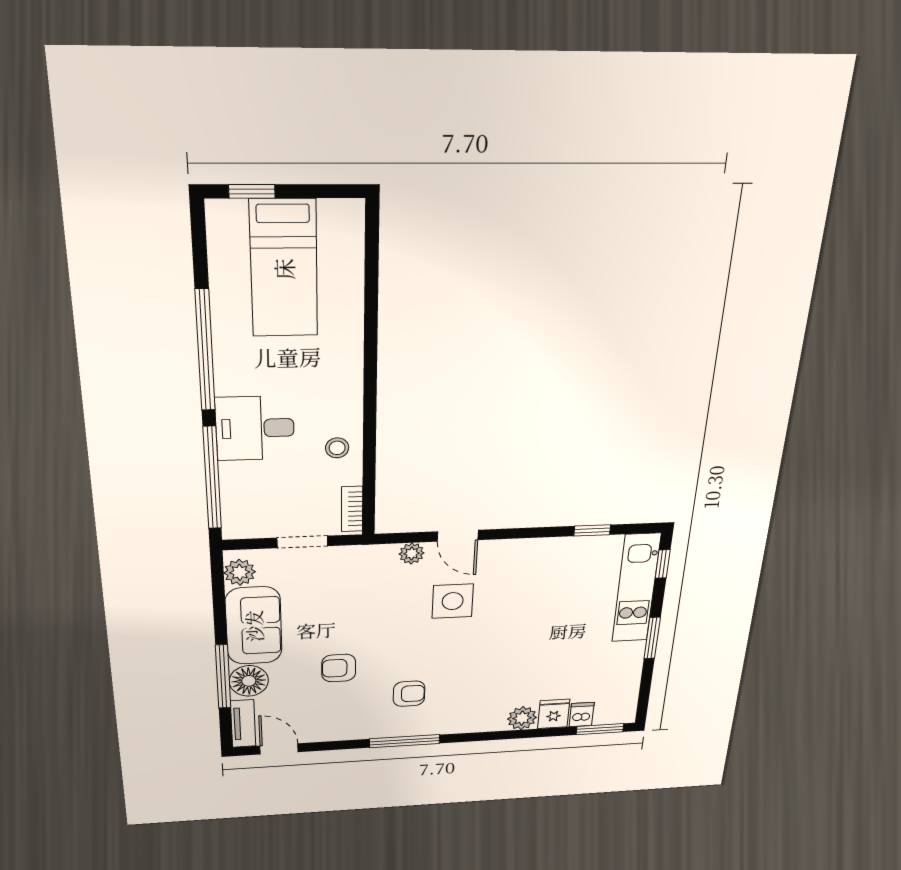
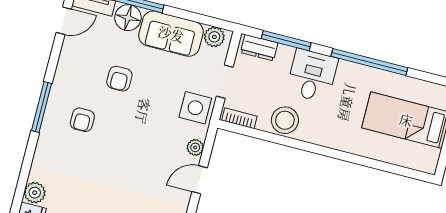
stool: (337, 448) -> (285, 120), width x1.89, depth x1.89
window: (212, 478) -> (286, 41), width x0.68
dresser: (236, 511) -> (259, 48), added
side table: (453, 601) -> (195, 108), moved
armchair: (339, 668) -> (119, 79), turned 180

